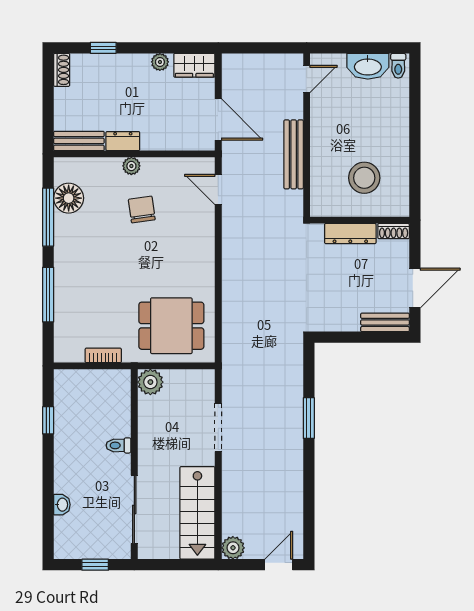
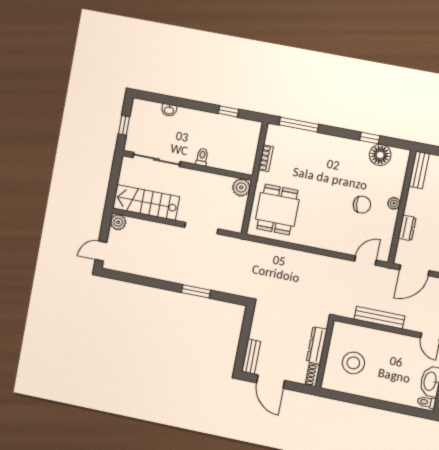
dresser: (123, 141) -> (407, 228), moved
window: (48, 217) -> (370, 138), width x0.46
window: (48, 295) -> (299, 125), moved
door: (279, 565) -> (101, 251), swing flipped

